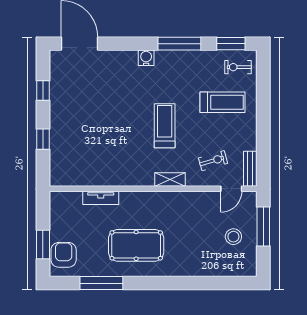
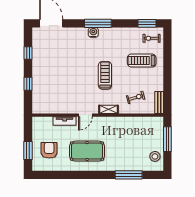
window: (179, 44) -> (98, 23), moved
treadmill: (223, 102) -> (142, 61), turned 180
door: (231, 189) -> (85, 115), moved
stool: (233, 237) -> (155, 156), moved
armchair: (64, 255) -> (49, 150), moved
window: (101, 283) -> (129, 175), moved

